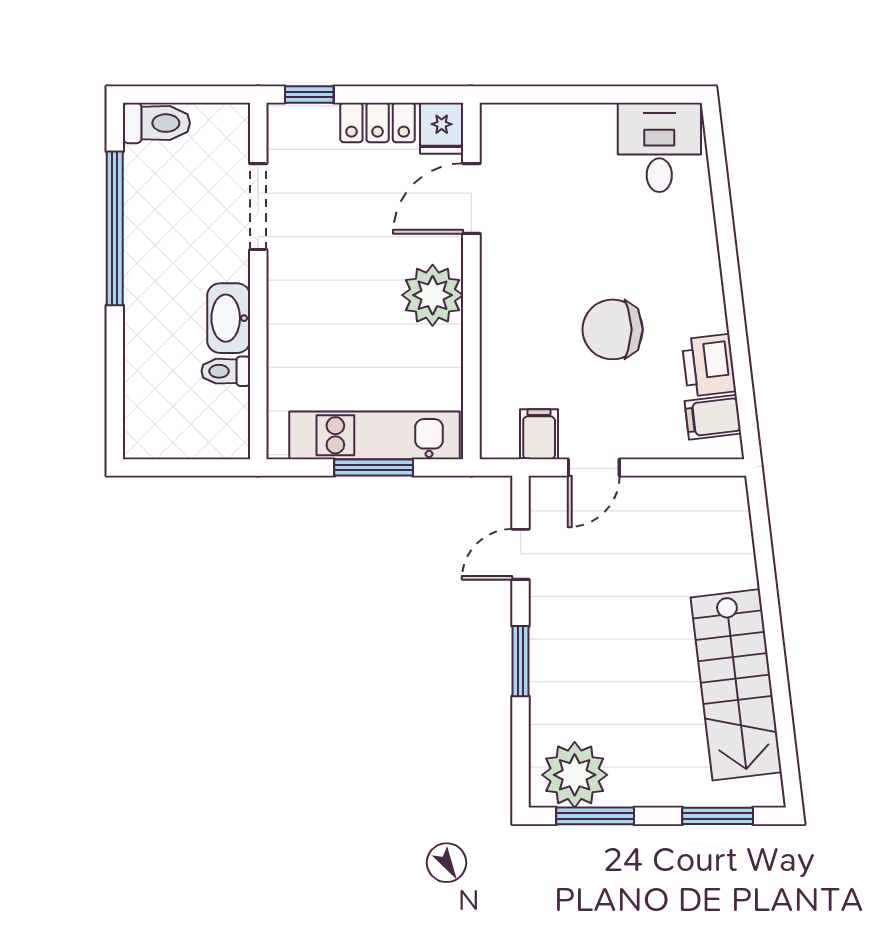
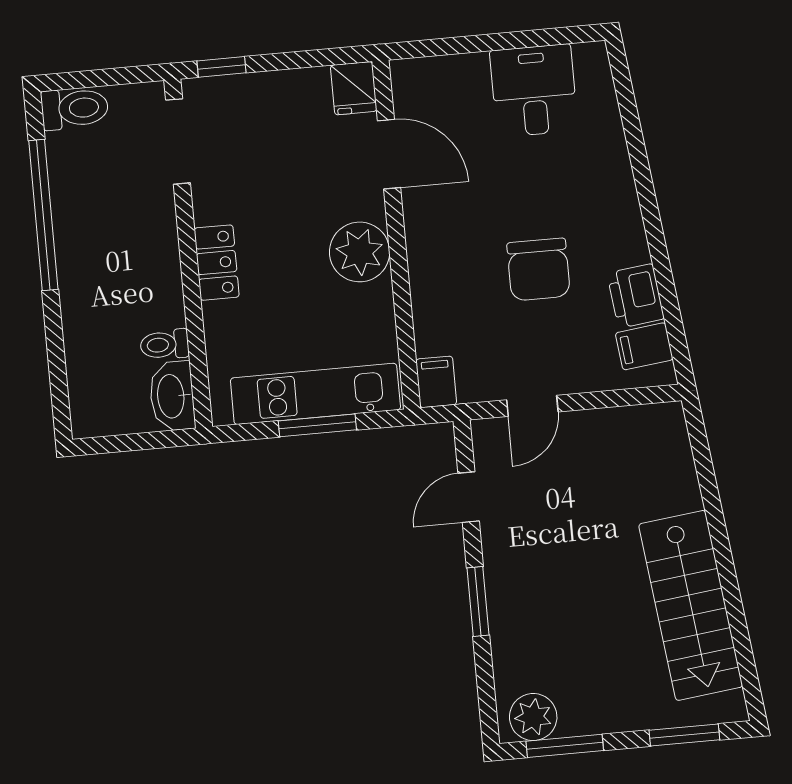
locker: (378, 122) -> (217, 263), moved, turned -90
desk: (659, 147) -> (534, 91), moved
door: (471, 198) -> (389, 154), swing flipped
doorway: (258, 207) -> (178, 141), moved
washbasin: (229, 318) -> (172, 396), moved
chair: (613, 329) -> (538, 269), turned -90
filing cabinet: (539, 434) -> (436, 382), moved
plant: (575, 775) -> (533, 717), width x0.73, depth x0.73

